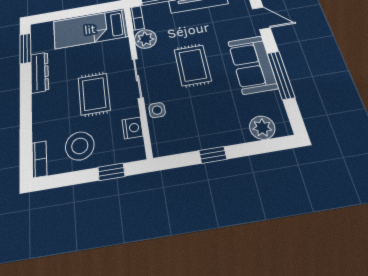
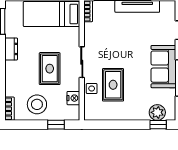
plant: (145, 39) -> (92, 31), removed
rug: (193, 65) -> (113, 85), moved
dresser: (40, 72) -> (11, 49), width x0.70
window: (213, 155) -> (158, 125), moved

